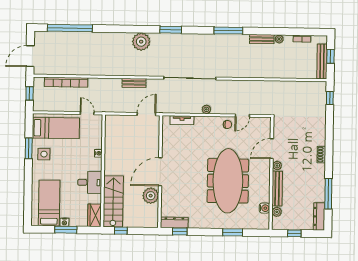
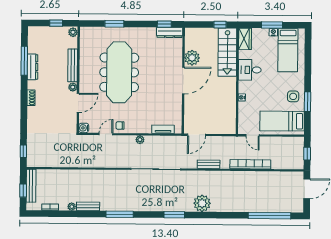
bookcase: (66, 82) -> (250, 164), moved
water cooler: (264, 208) -> (84, 128), moved
plant: (277, 212) -> (73, 32), moved
dresser: (319, 216) -> (33, 67), moved

